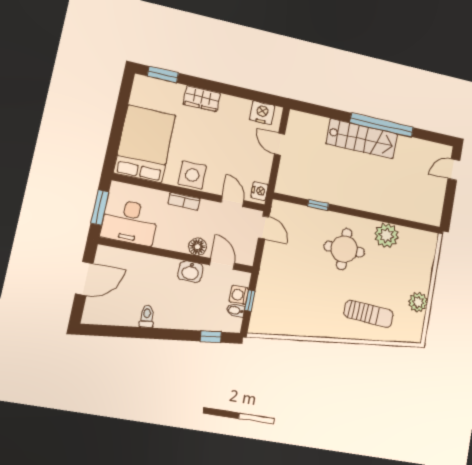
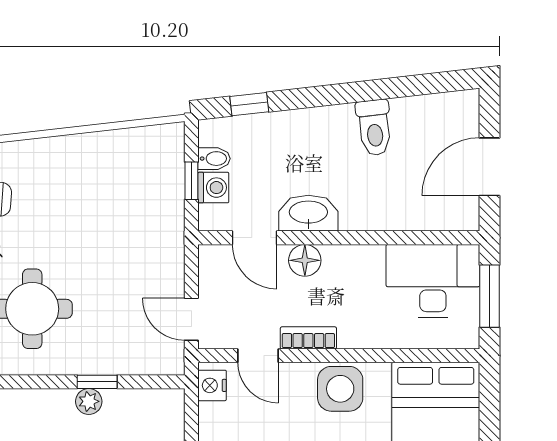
plant: (324, 196) -> (89, 401), added
bookcase: (184, 201) -> (308, 338), moved
washbasin: (190, 272) -> (308, 213), width x1.38
toilet: (147, 316) -> (374, 128), width x1.37, depth x1.39

